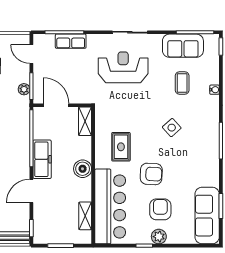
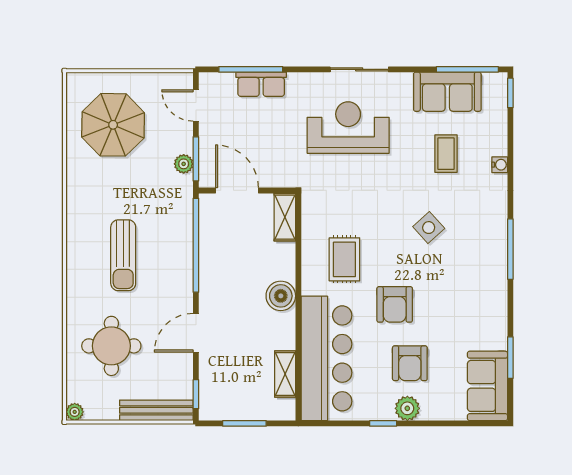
freezer: (42, 159) -> (214, 280), removed
armchair: (151, 174) -> (395, 304), turned 87
armchair: (160, 209) -> (410, 363), turned 180
sofa: (207, 216) -> (487, 386), width x0.73

